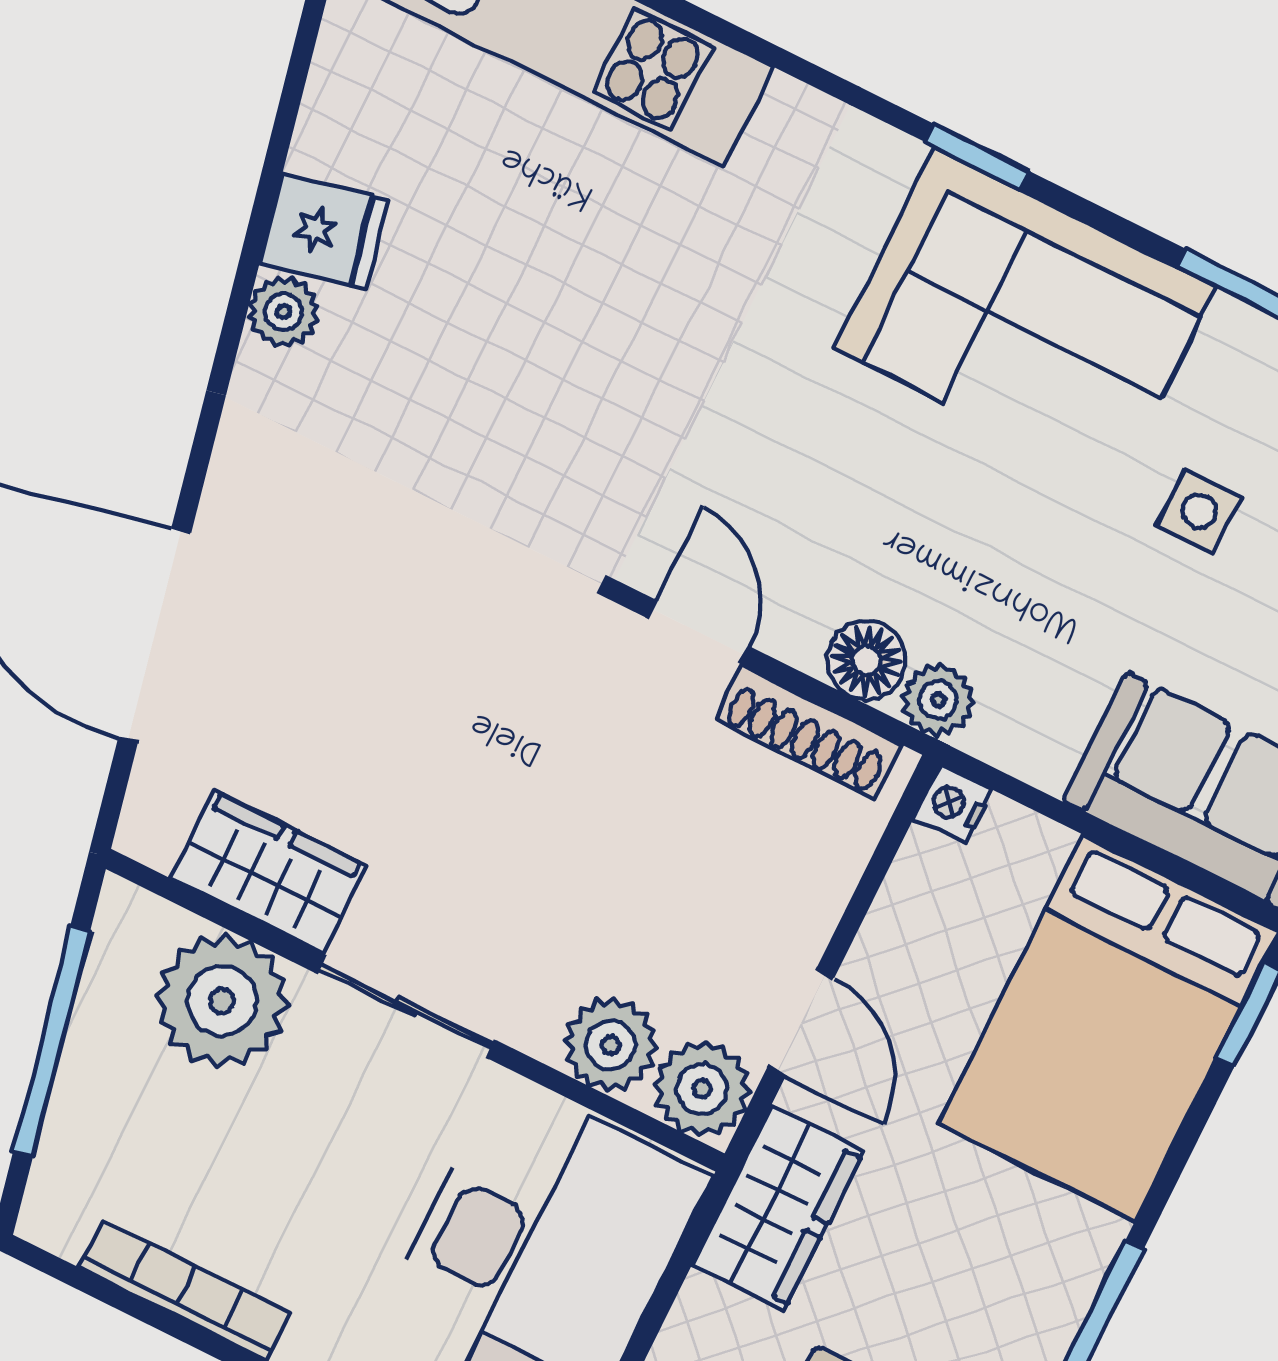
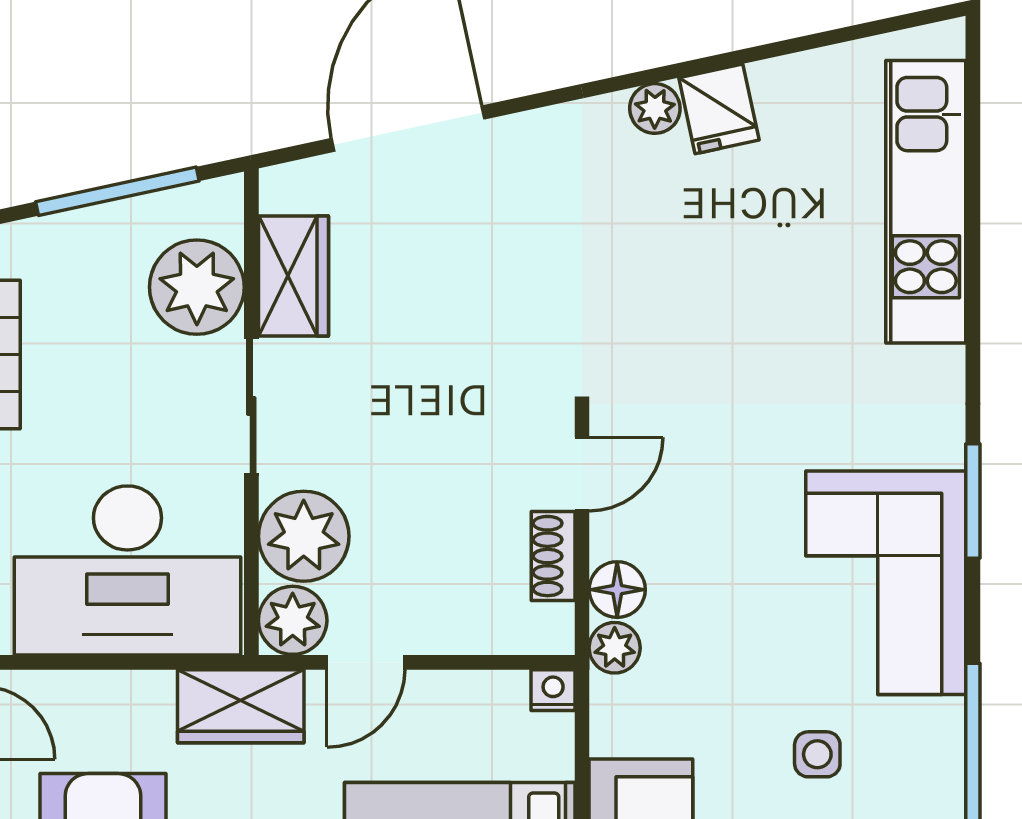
window: (977, 157) -> (973, 501), width x1.50
shoe rack: (808, 732) -> (553, 556), width x0.70
plant: (611, 1045) -> (304, 536), width x1.36, depth x1.36

